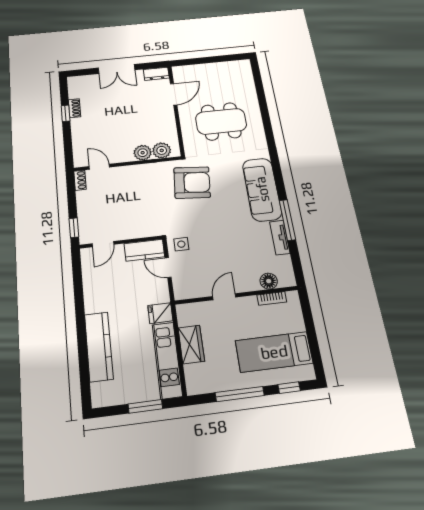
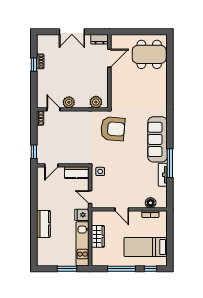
dining table: (221, 121) -> (149, 54), moved
plant: (143, 153) -> (69, 102), moved
door: (168, 268) -> (90, 197), moved
door: (224, 297) -> (122, 209), swing flipped
kitchen counter: (99, 347) -> (43, 224), width x0.67

